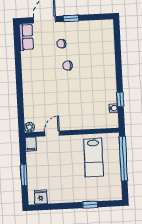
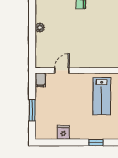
plant: (29, 127) -> (40, 28), moved
fridge: (41, 197) -> (63, 132), moved

